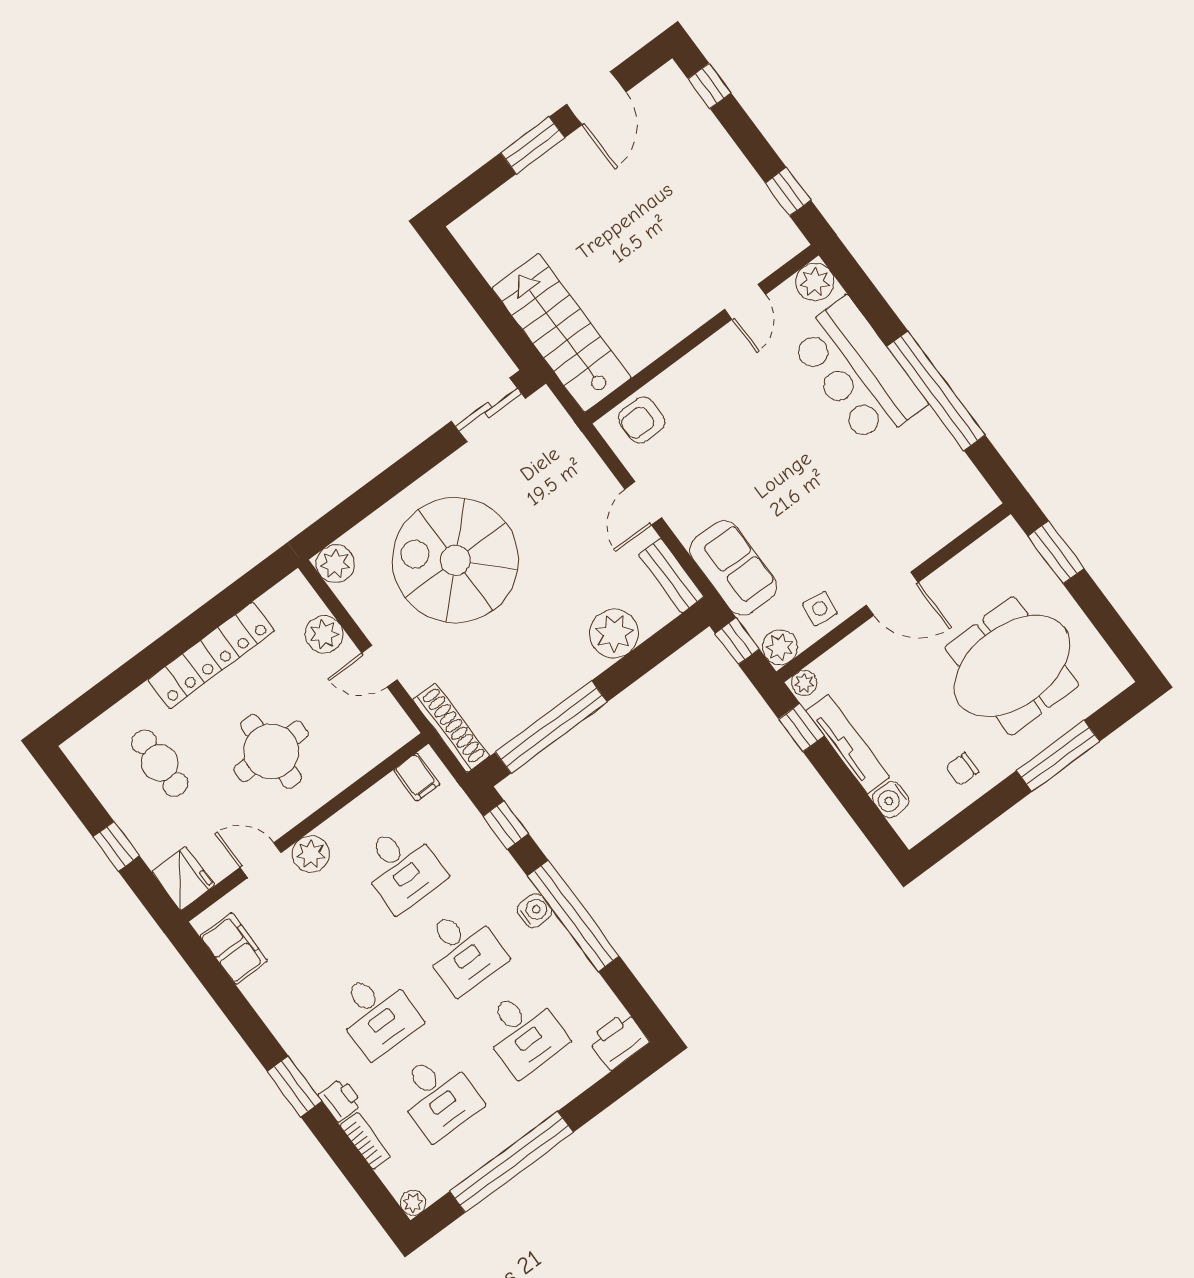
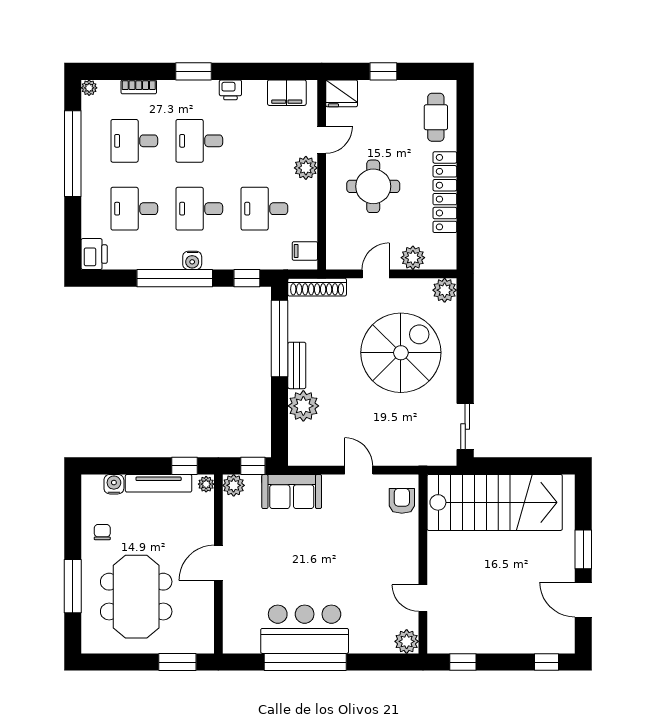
stairs: (561, 333) -> (495, 502), width x1.36, depth x1.51
bar counter: (857, 372) -> (305, 629), moved
bench: (671, 576) -> (297, 365), moved, turned 90
side table: (820, 609) -> (238, 520), removed
cafe table: (160, 763) -> (436, 117), moved, turned 90
printer: (341, 1100) -> (230, 90), moved

